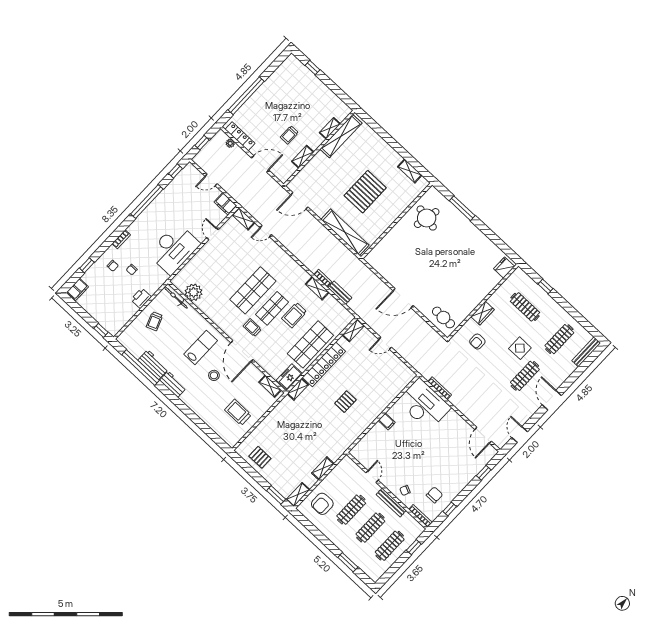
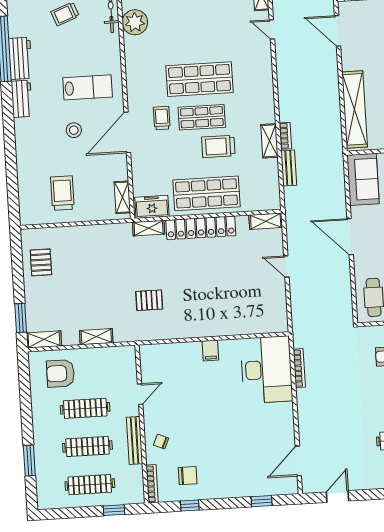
sofa: (382, 263) -> (363, 179), added
pallet: (345, 402) -> (149, 300), moved

